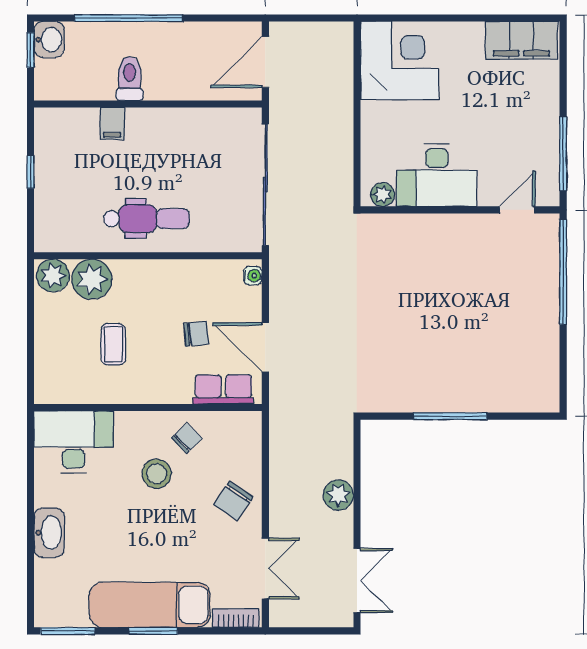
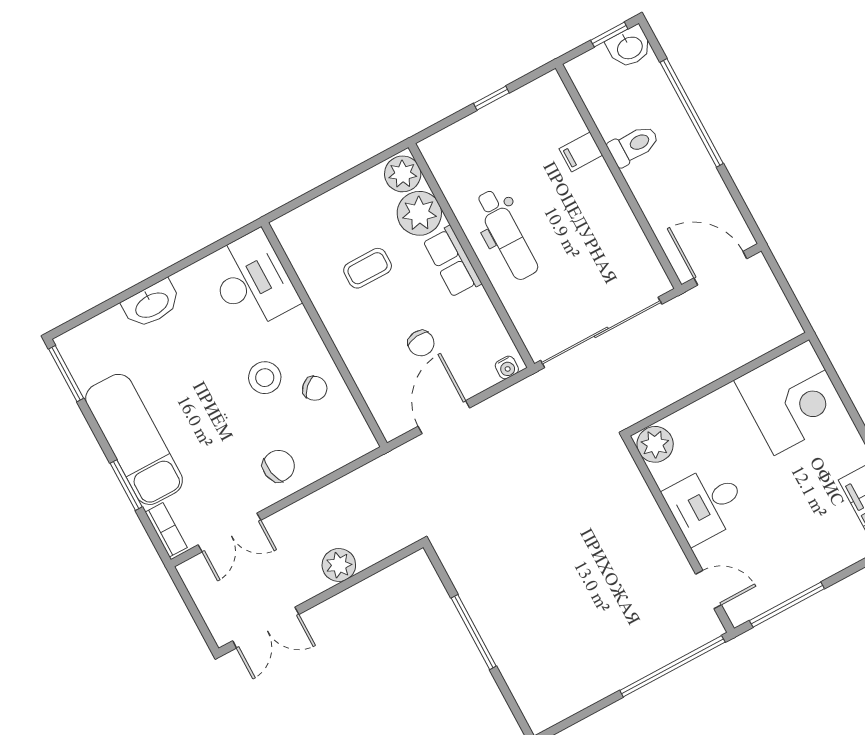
desk: (437, 175) -> (706, 504), width x0.73
plant: (383, 195) -> (655, 444), width x1.38, depth x1.38
row of seats: (223, 389) -> (452, 262), moved, turned 180
chair: (233, 501) -> (279, 466), turned 135
window: (153, 631) -> (126, 485), moved

